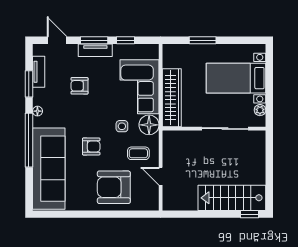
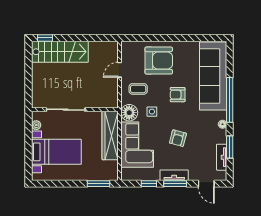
window: (203, 40) -> (98, 184), moved
armchair: (79, 86) -> (178, 138), moved, turned 105
door: (161, 176) -> (119, 70), swing flipped

